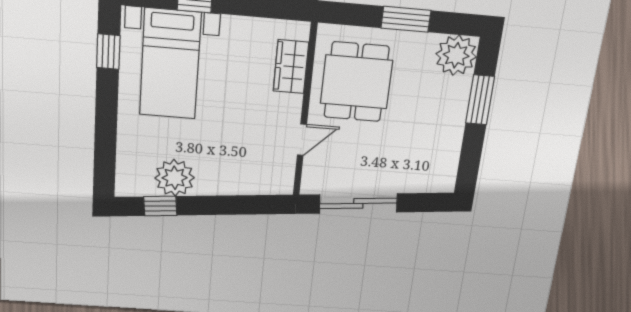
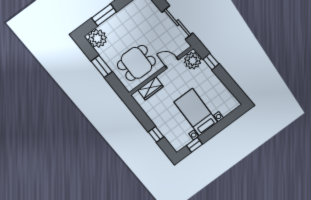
bed with nightstands: (170, 64) -> (196, 112), moved, turned -90
plant: (175, 178) -> (193, 61), moved
window: (160, 206) -> (211, 62), moved

